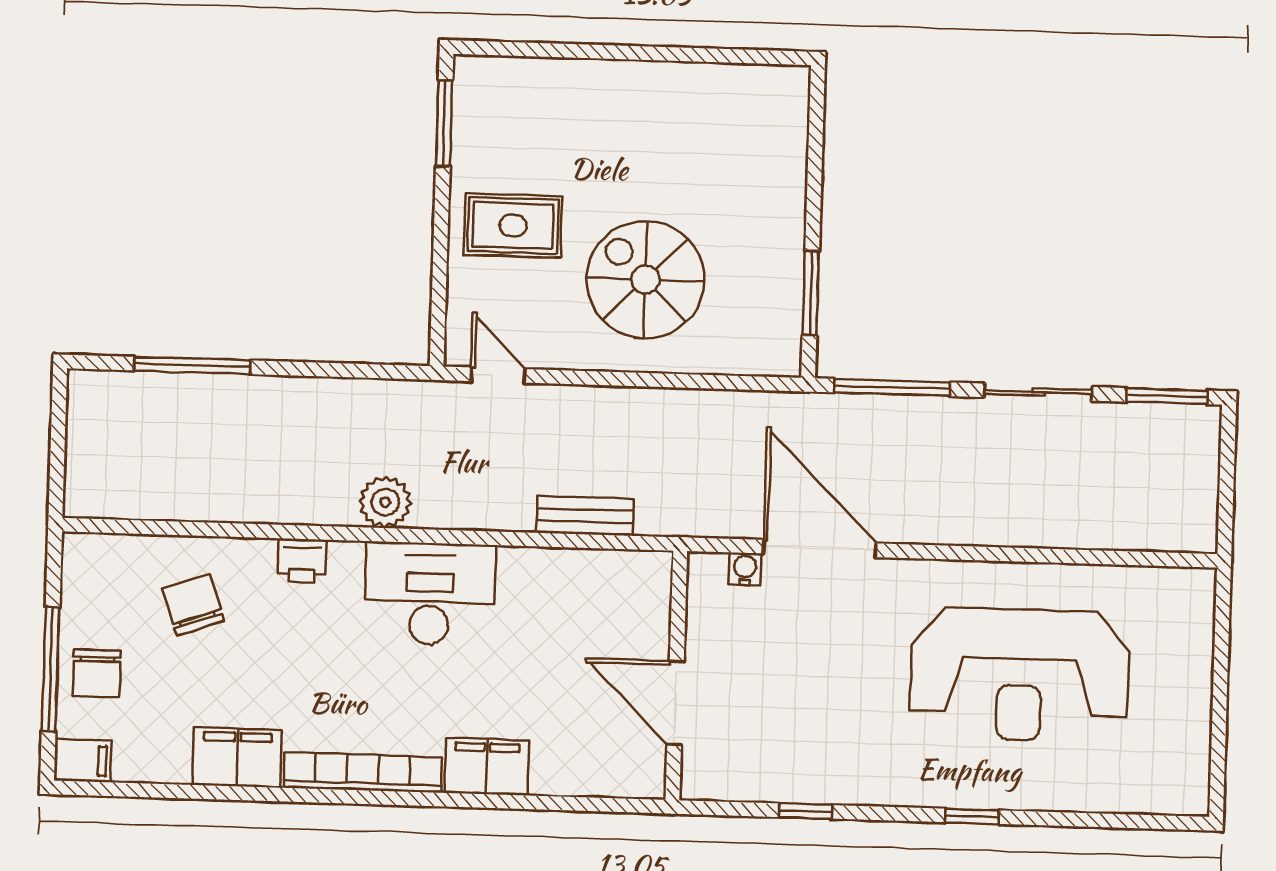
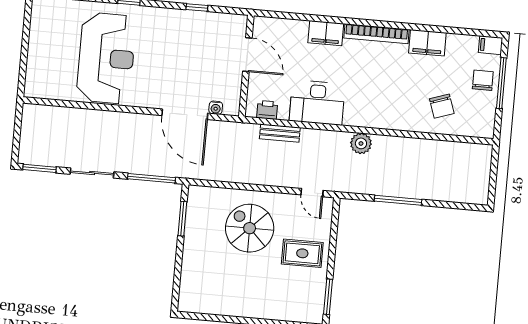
spiral stairs: (645, 280) -> (250, 228), turned 180
window: (192, 365) -> (398, 200), moved
printer: (302, 561) -> (267, 110), moved
desk: (430, 594) -> (317, 103), moved
reception desk: (1019, 675) -> (106, 58), turned 90

